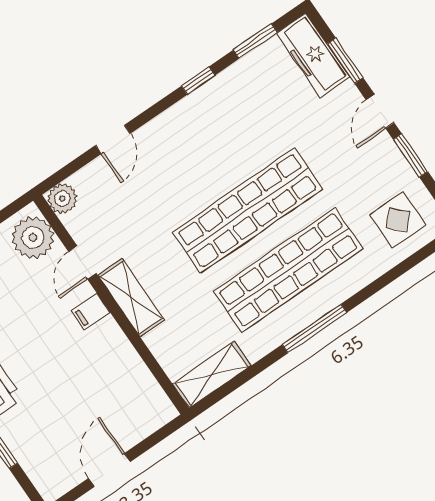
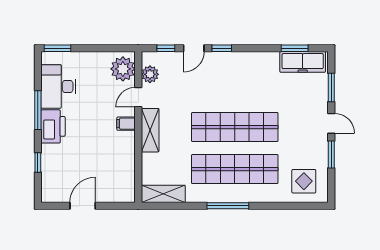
freezer: (313, 55) -> (303, 62), moved, turned -90
window: (198, 81) -> (222, 48), moved
door: (380, 111) -> (331, 123), swing flipped
window: (73, 167) -> (166, 48), added
plant: (62, 199) -> (150, 74), moved

